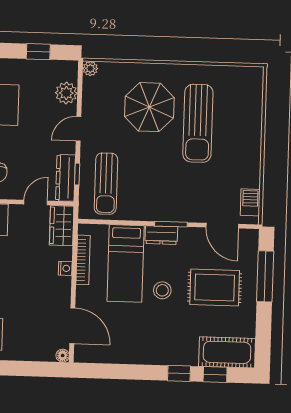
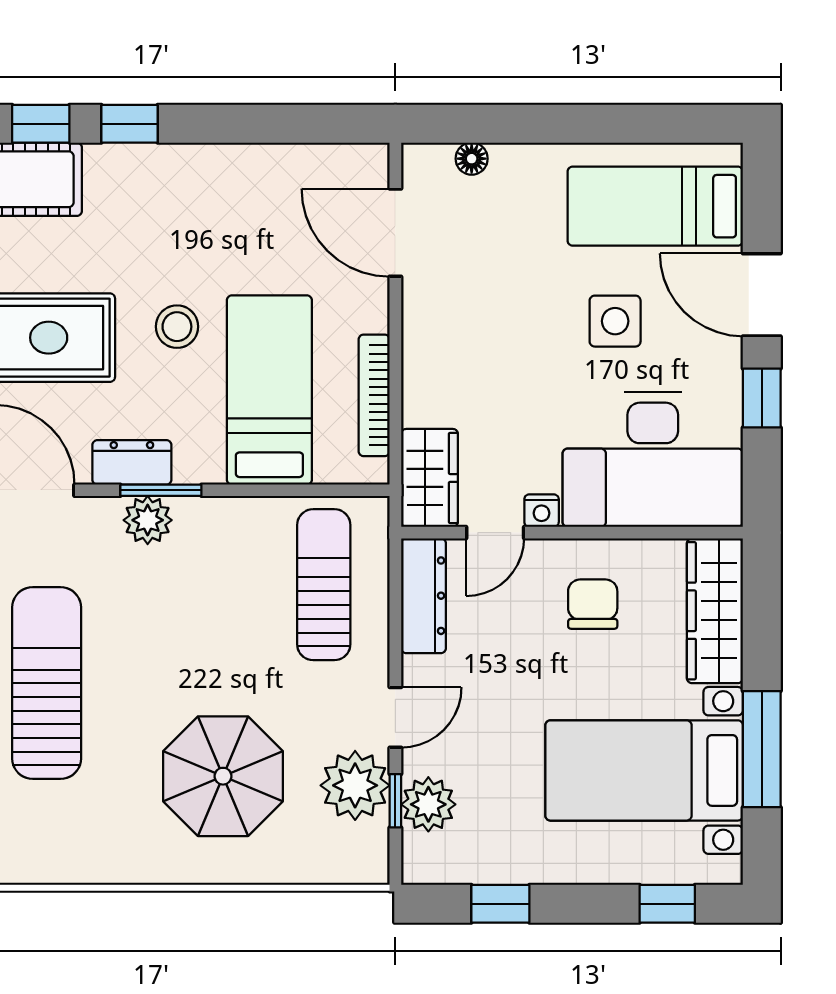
plant: (90, 68) -> (355, 785), moved, width x1.88, depth x1.88
sun lounger: (198, 123) -> (47, 683), moved
window: (77, 174) -> (395, 801), moved
plant: (177, 212) -> (148, 520), added
dresser: (161, 235) -> (132, 462), moved
nightstand: (65, 268) -> (542, 511), moved, turned -90
floor lamp: (63, 356) -> (472, 159), moved

